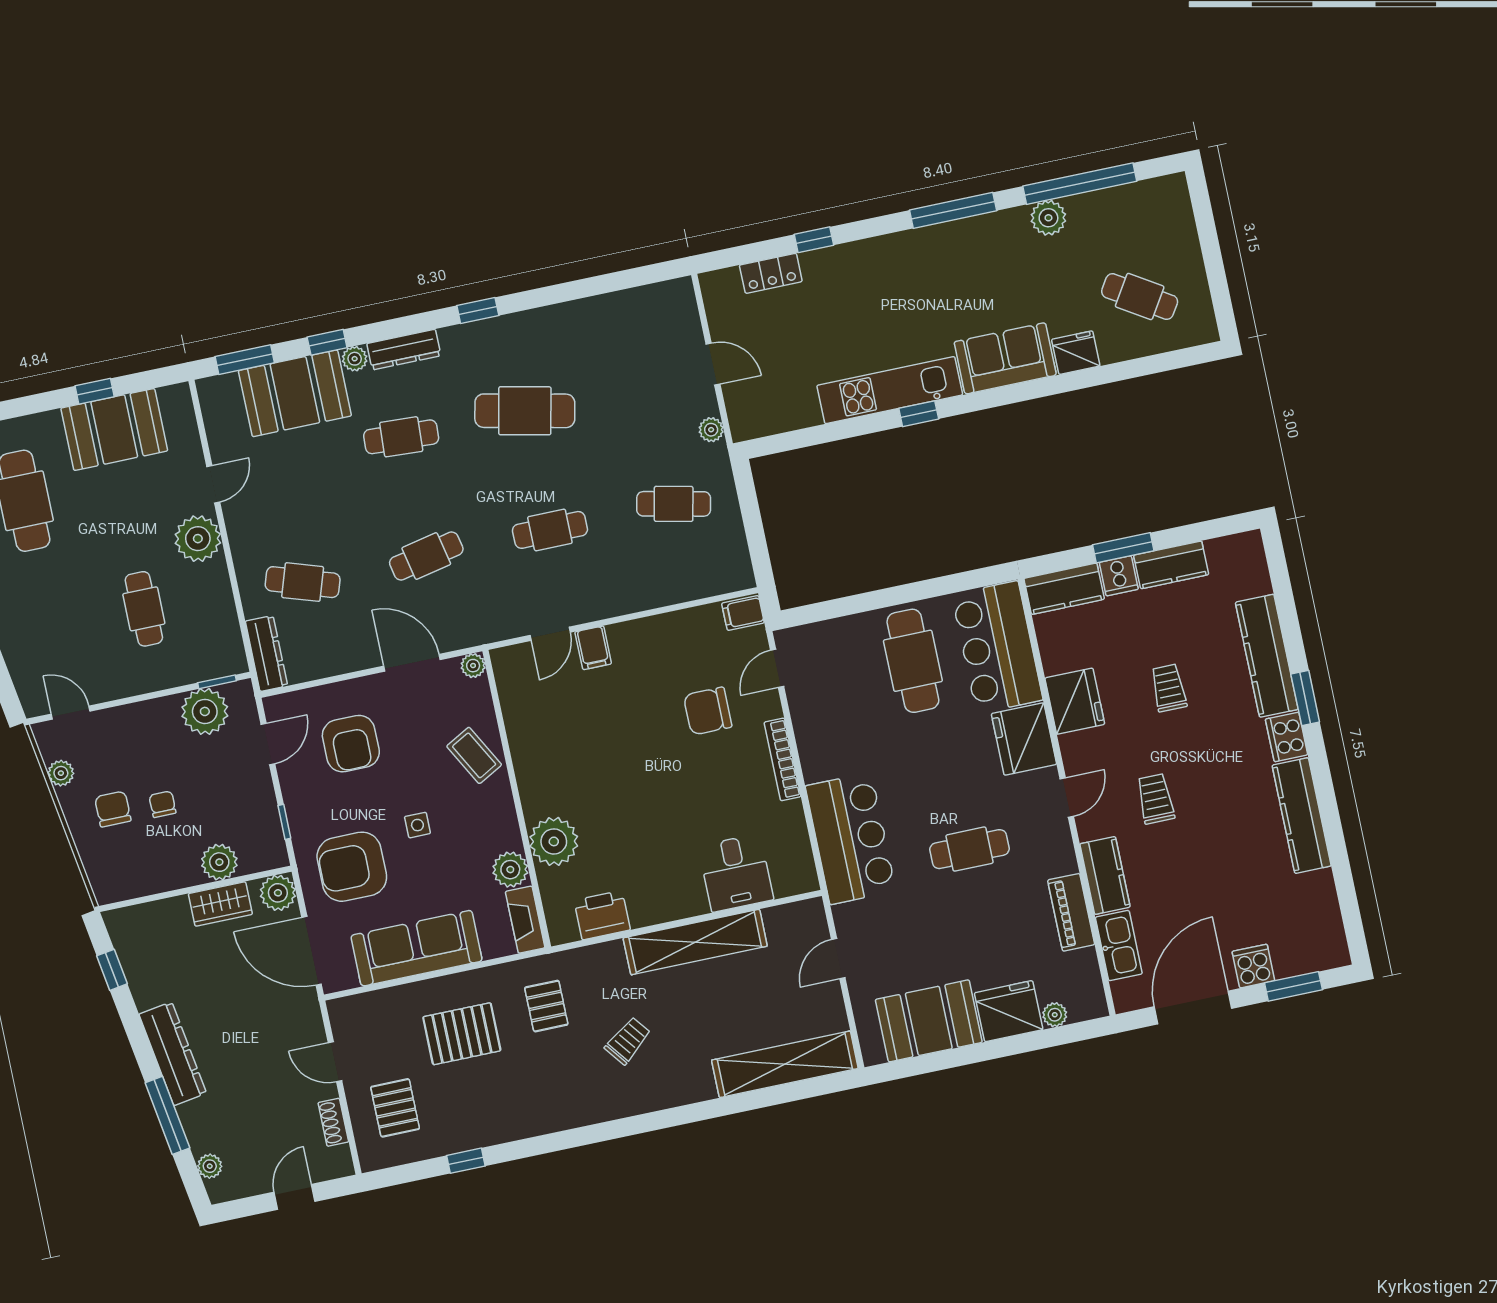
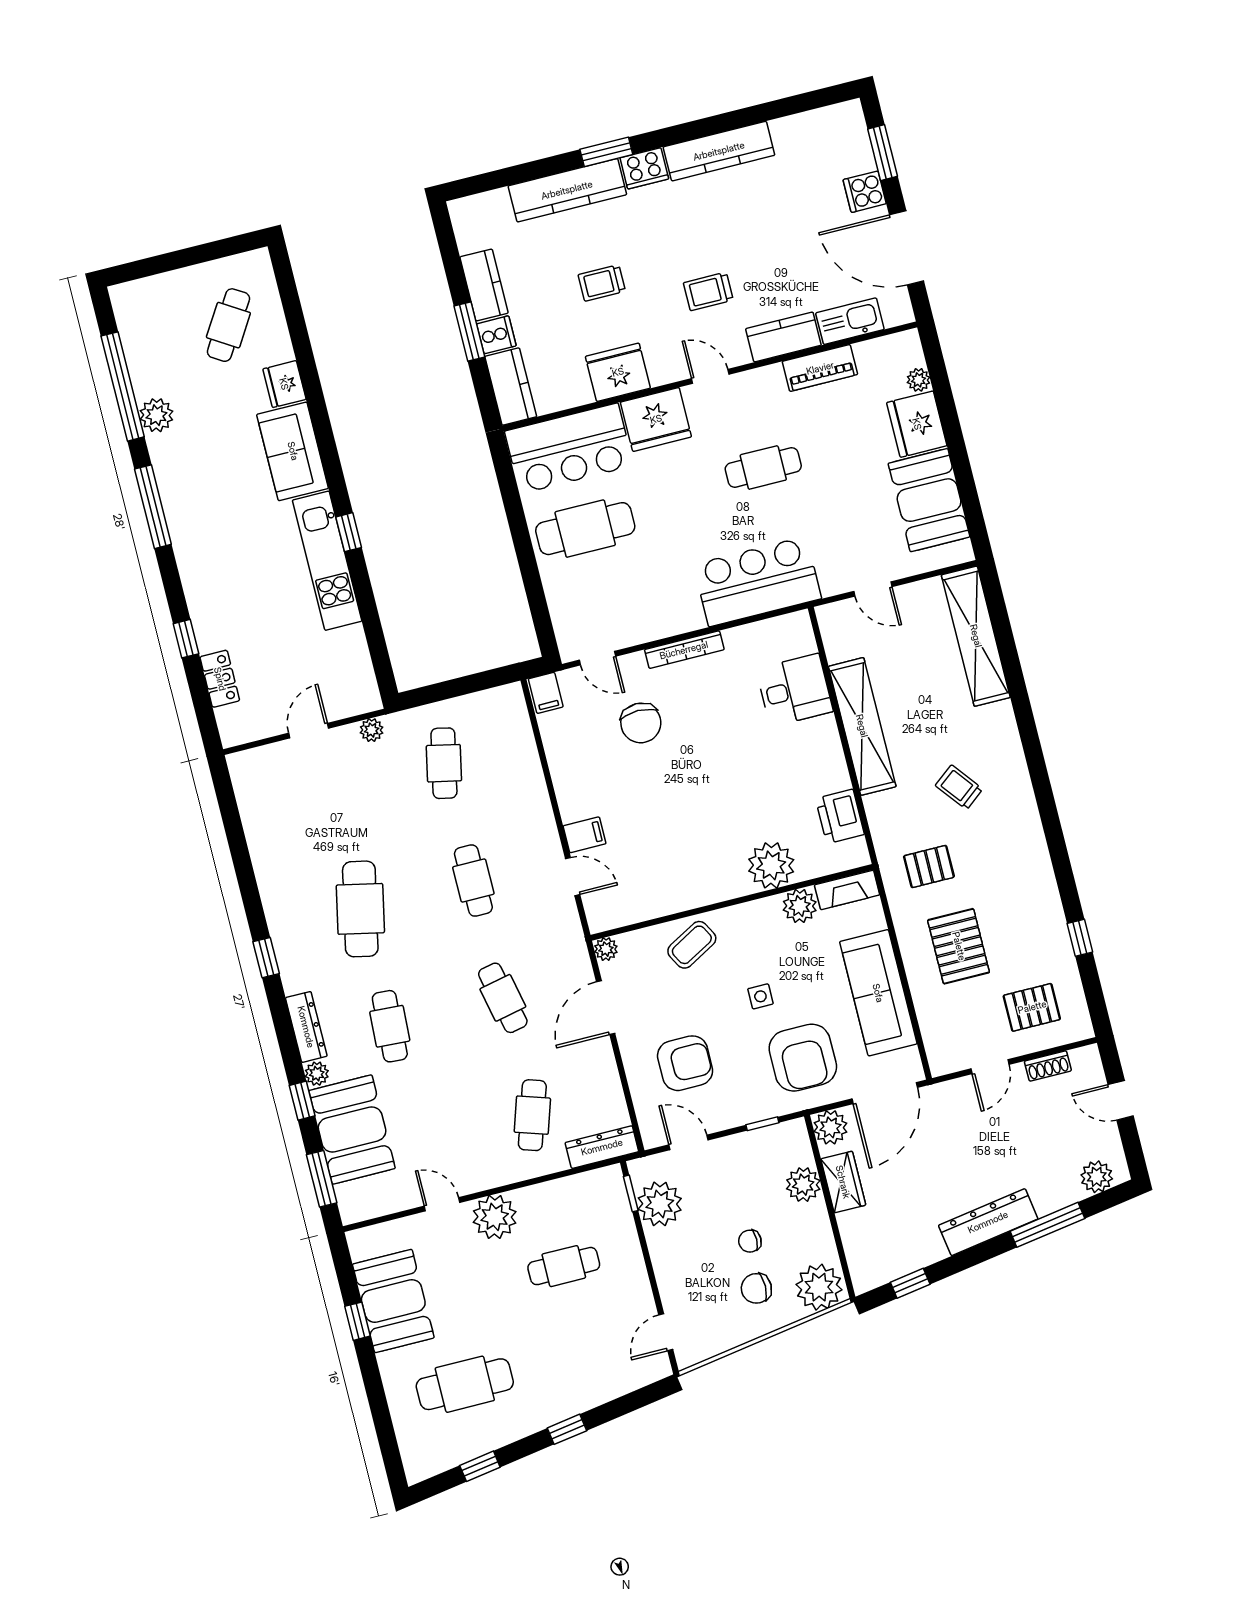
plant: (61, 773) -> (819, 1287), moved, width x1.88, depth x1.88
cafe table: (969, 849) -> (763, 467), turned 90
plant: (210, 1166) -> (1097, 1177), width x1.38, depth x1.38

